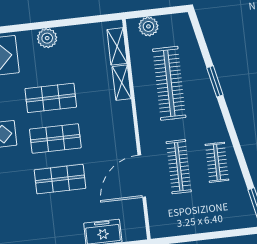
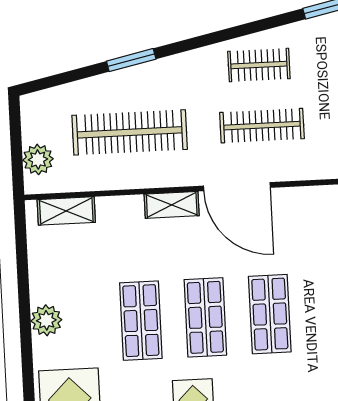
shelving: (122, 83) -> (172, 205), moved
door: (142, 176) -> (237, 187), moved

